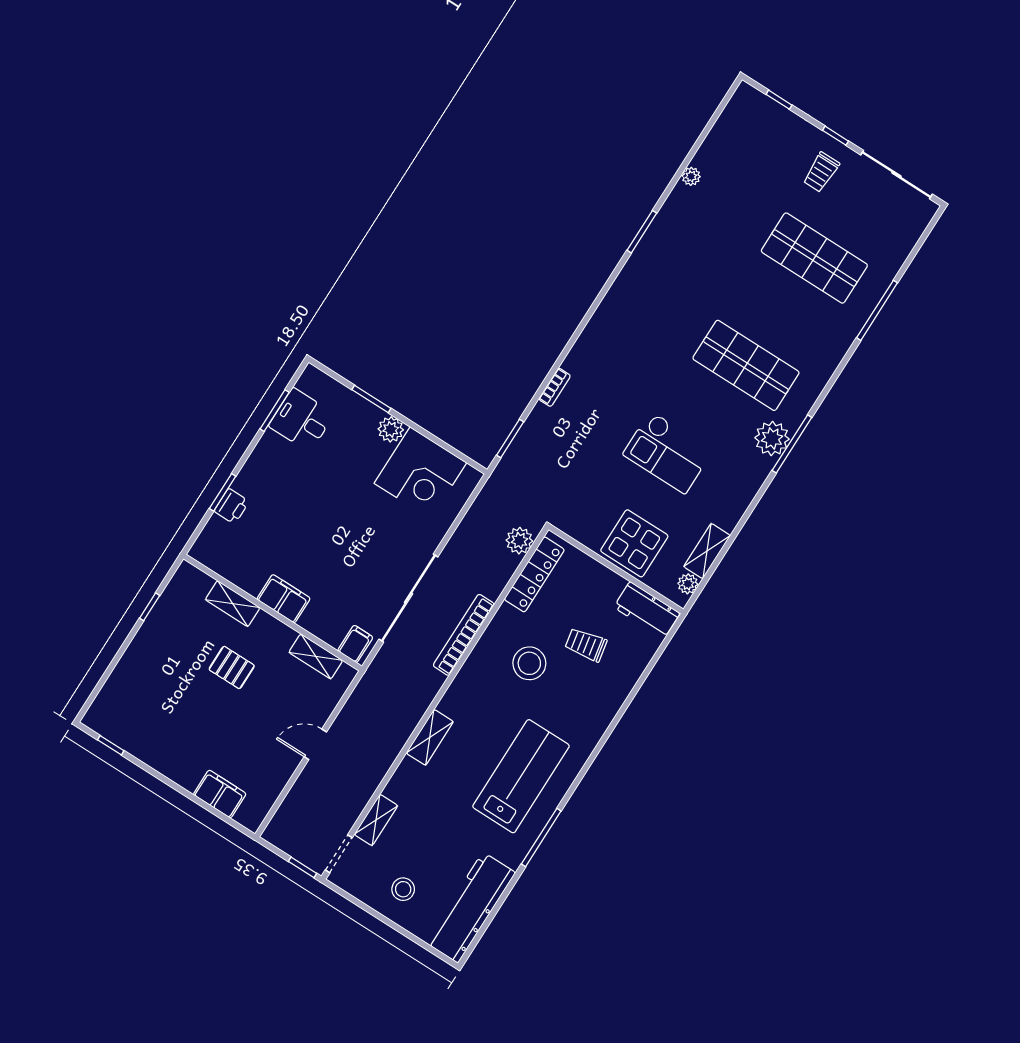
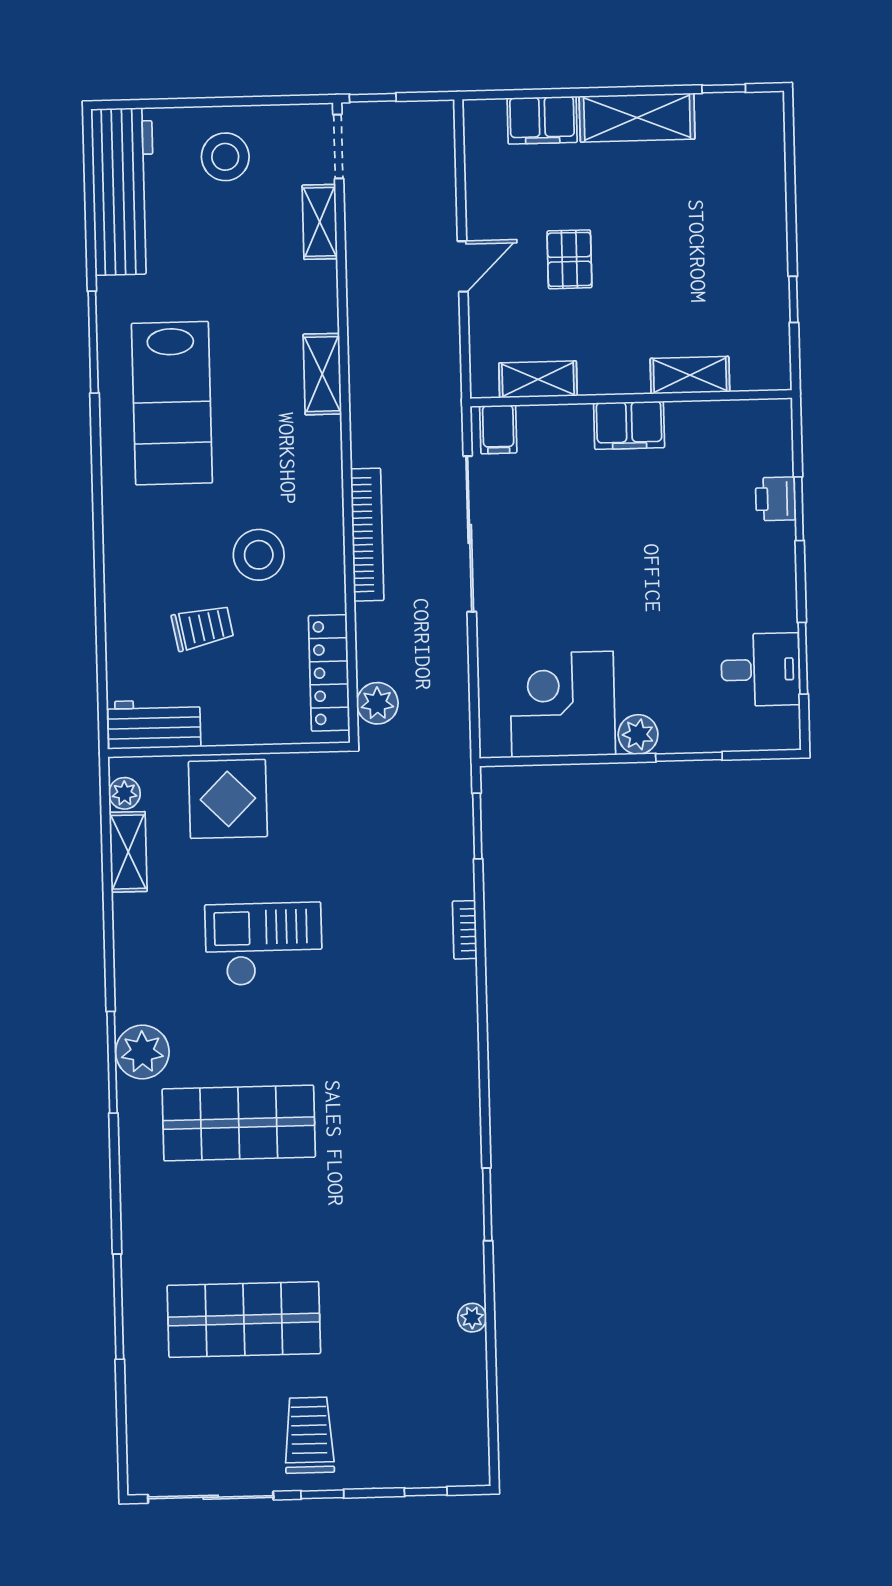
trolley: (821, 172) -> (309, 1435), width x1.36, depth x1.39
pallet: (232, 667) -> (569, 259), moved, turned 90
shelving: (168, 761) -> (637, 118), added
stool: (403, 889) -> (225, 157), width x1.38, depth x1.38

